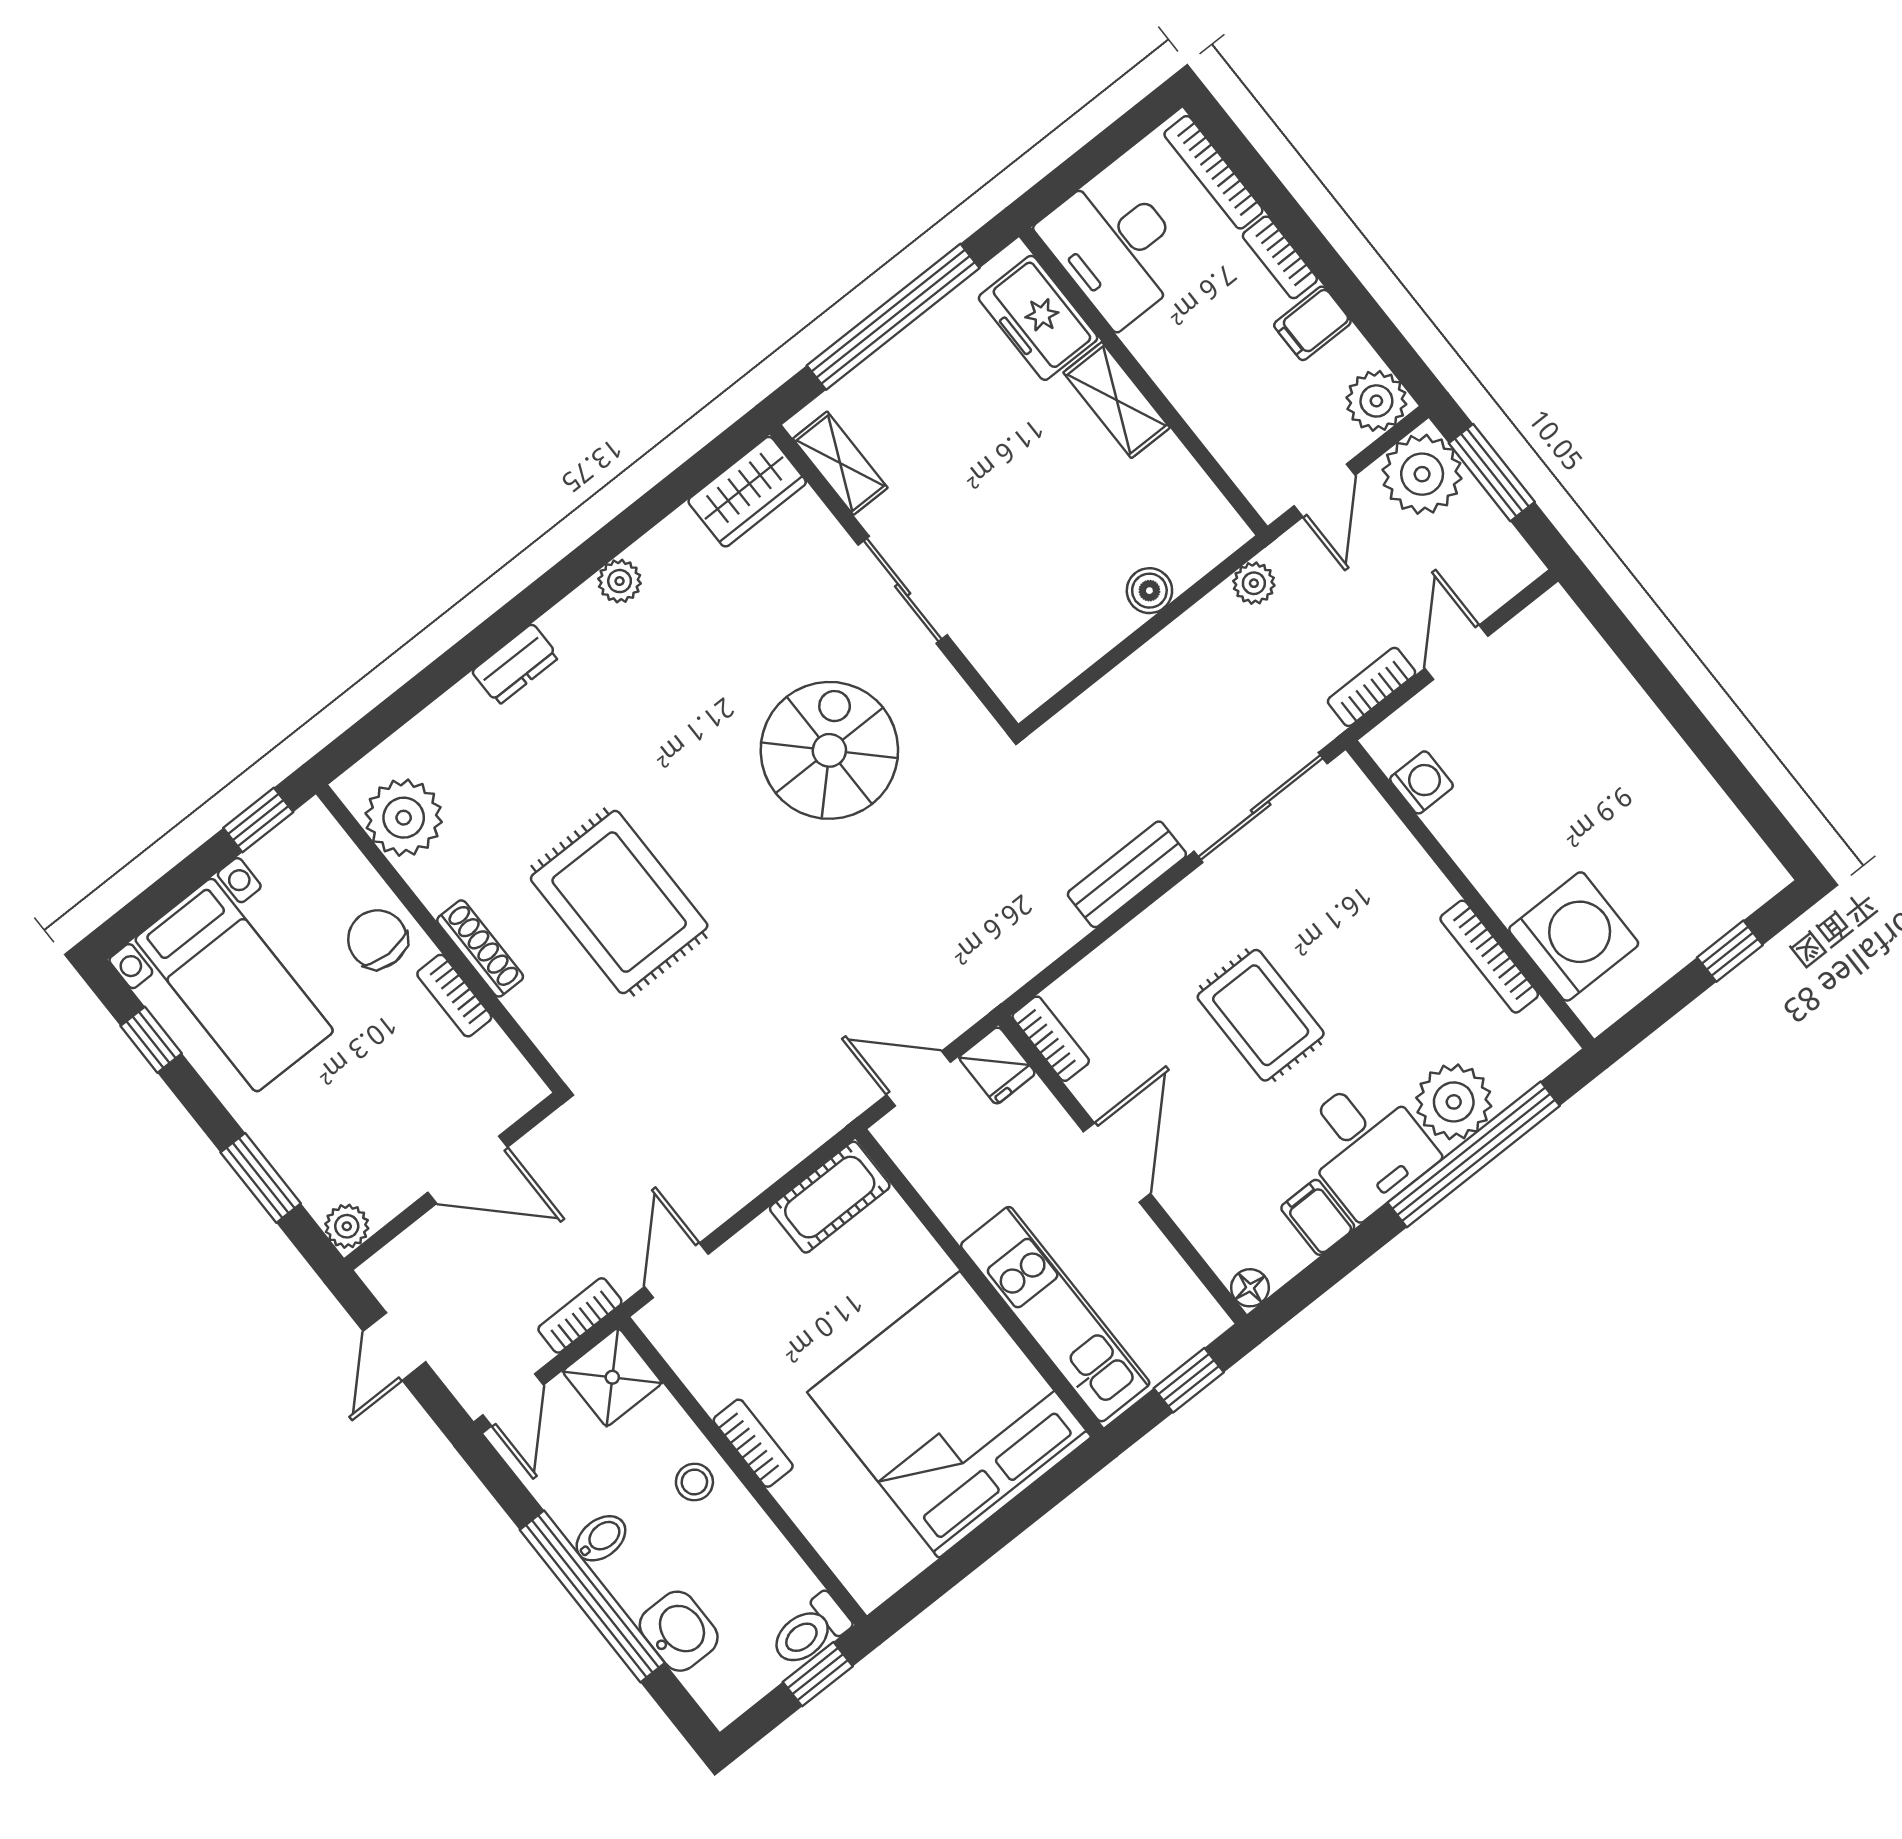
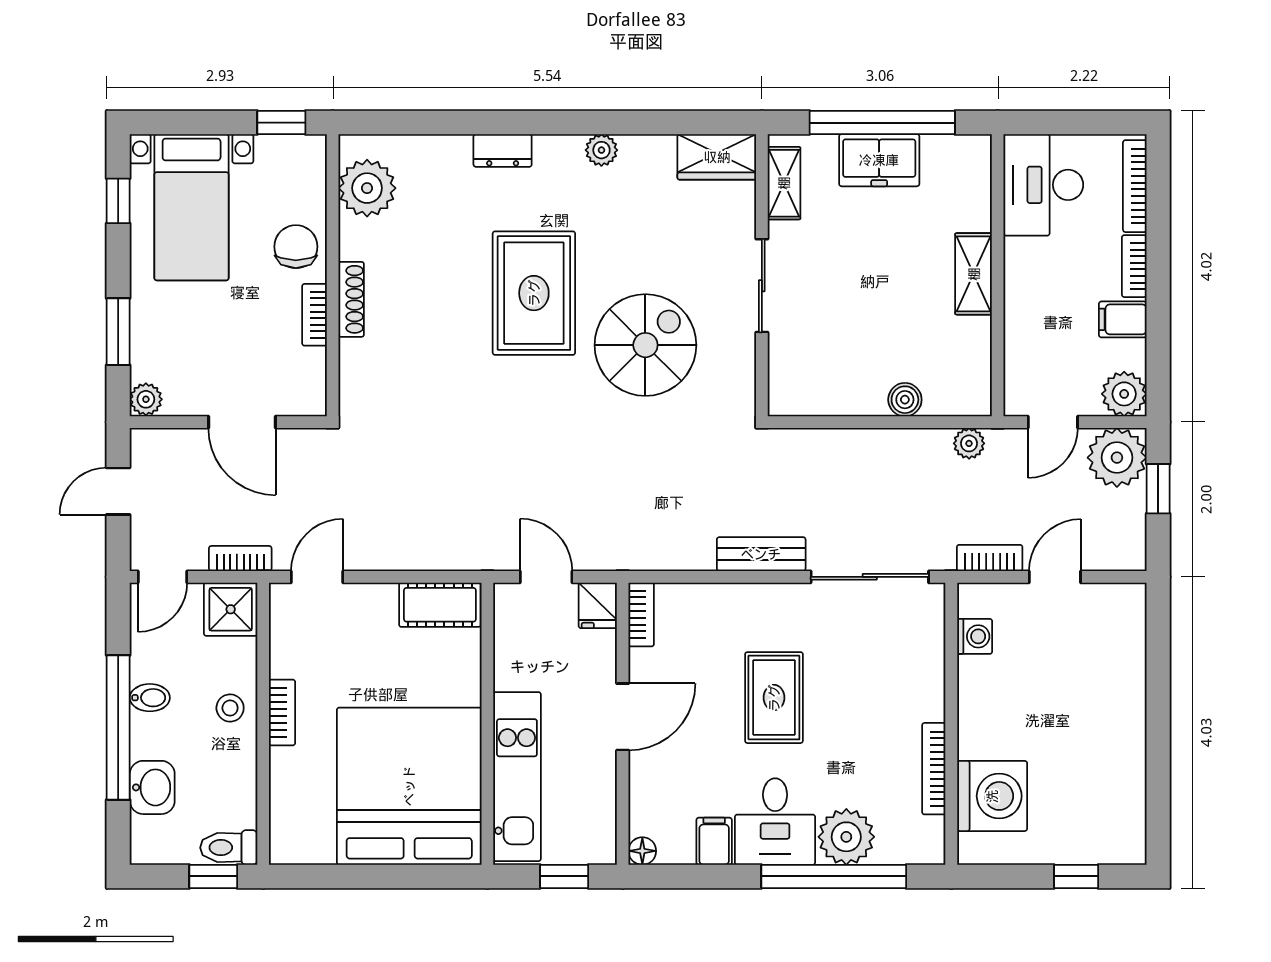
freezer: (1038, 318) -> (879, 160), moved, turned -90
window: (1492, 473) -> (1158, 489), width x0.67
rug: (619, 902) -> (534, 293), moved

